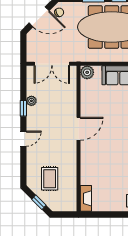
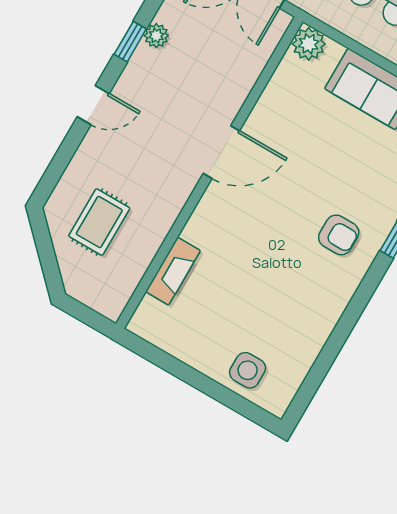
fireplace: (86, 198) -> (173, 271), moved
window: (39, 202) -> (48, 258), removed

